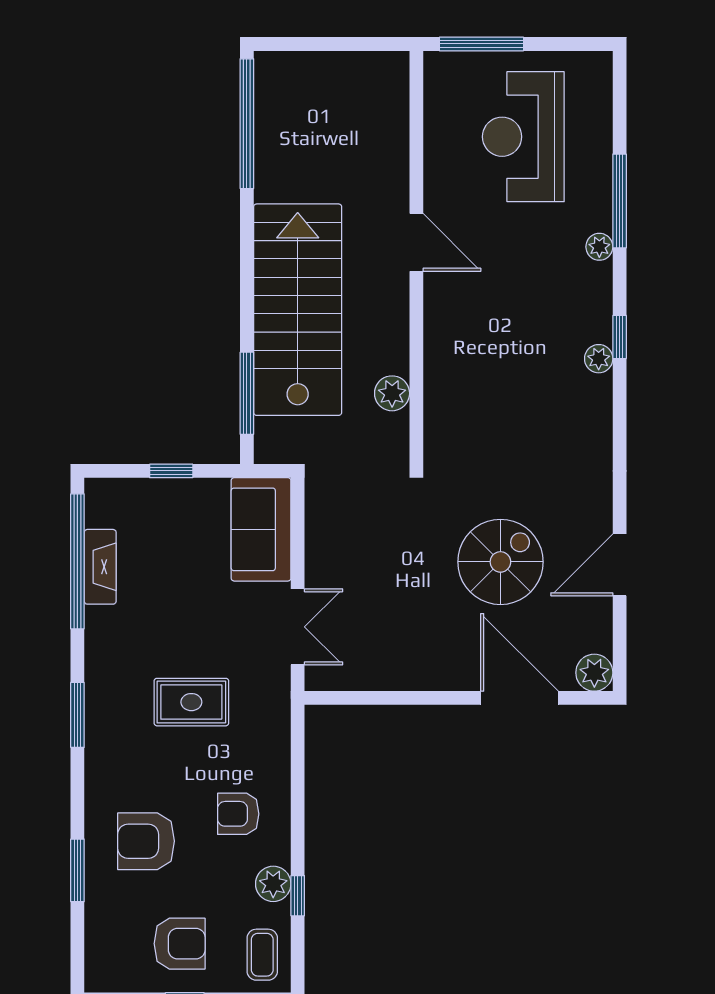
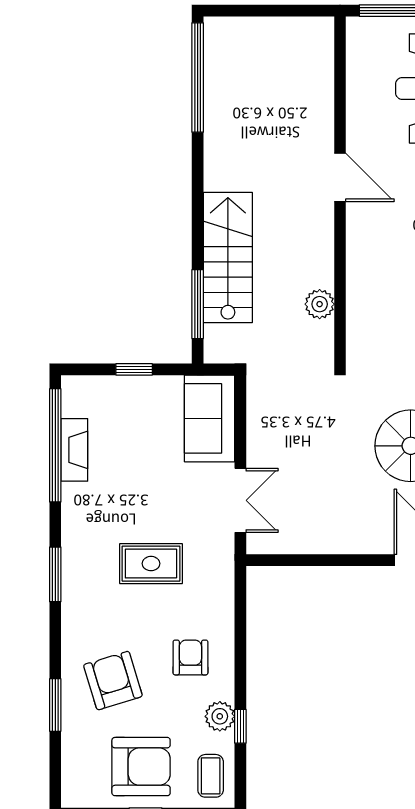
stairs: (298, 310) -> (228, 257), width x0.73, depth x0.66
armchair: (238, 814) -> (190, 657), turned 90
armchair: (146, 841) -> (113, 681), turned 73
armchair: (180, 944) -> (141, 767), width x1.36, depth x1.36

